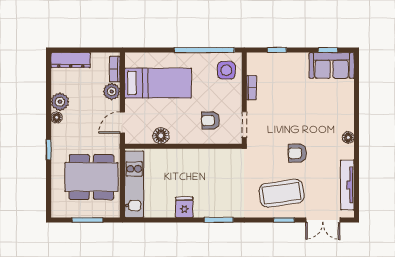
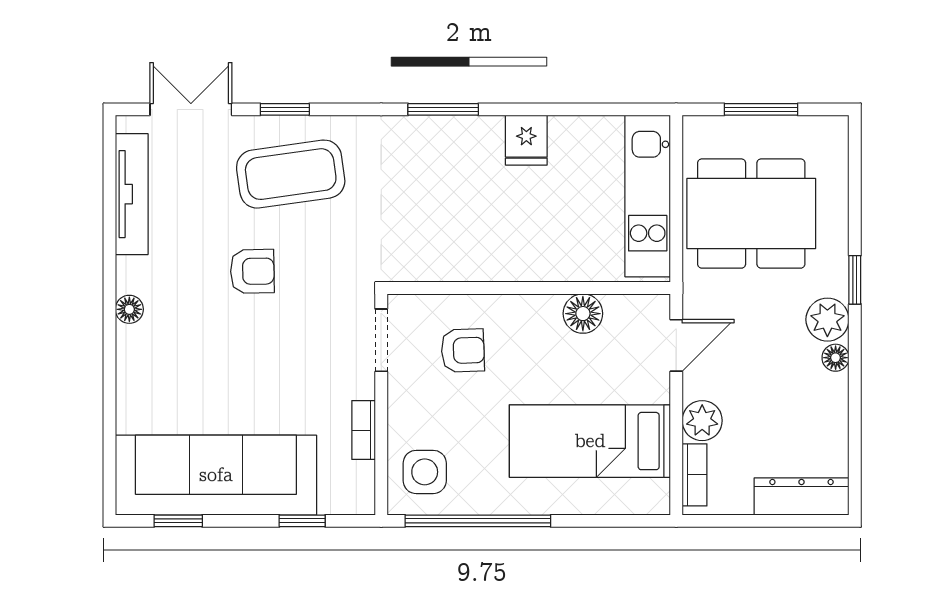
sofa: (332, 65) -> (216, 475), width x1.85, depth x1.27
plant: (60, 102) -> (827, 320), moved

